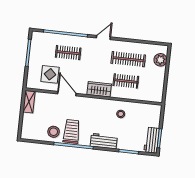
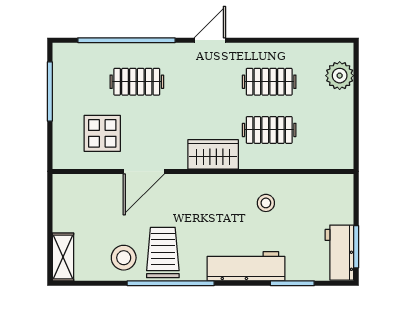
clothes rail: (128, 59) -> (269, 82), width x0.73
door: (67, 94) -> (144, 171), swing flipped
shelving: (29, 102) -> (63, 257), moved
workbench: (104, 141) -> (246, 266), width x1.38

